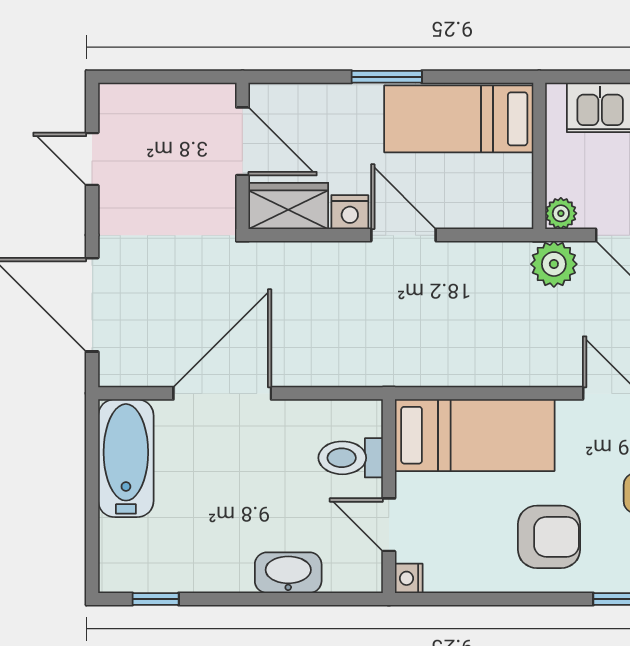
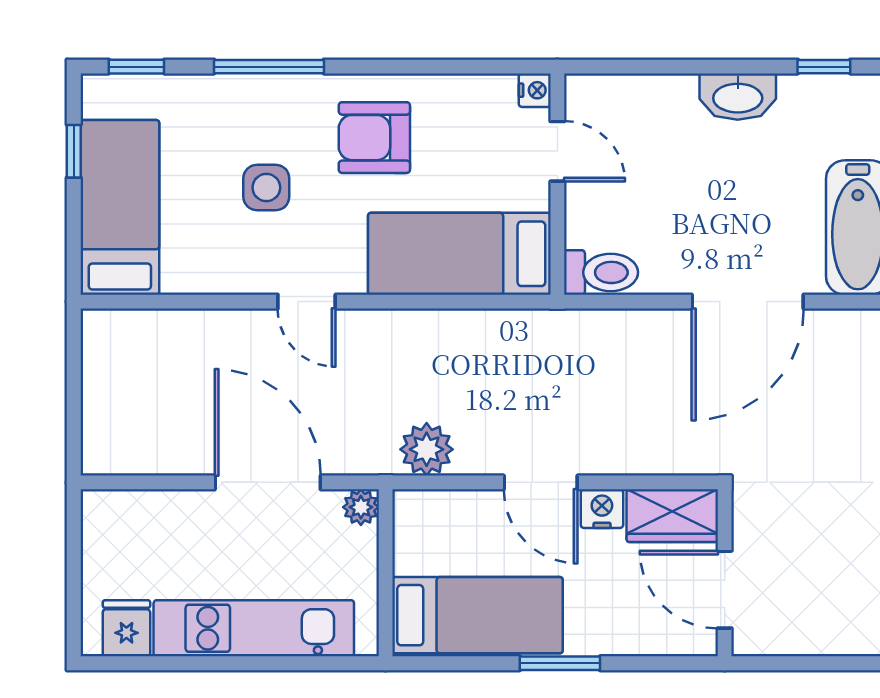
plant: (554, 264) -> (427, 449), moved
toilet: (351, 458) -> (601, 272), moved
washbasin: (288, 573) -> (738, 97), moved

